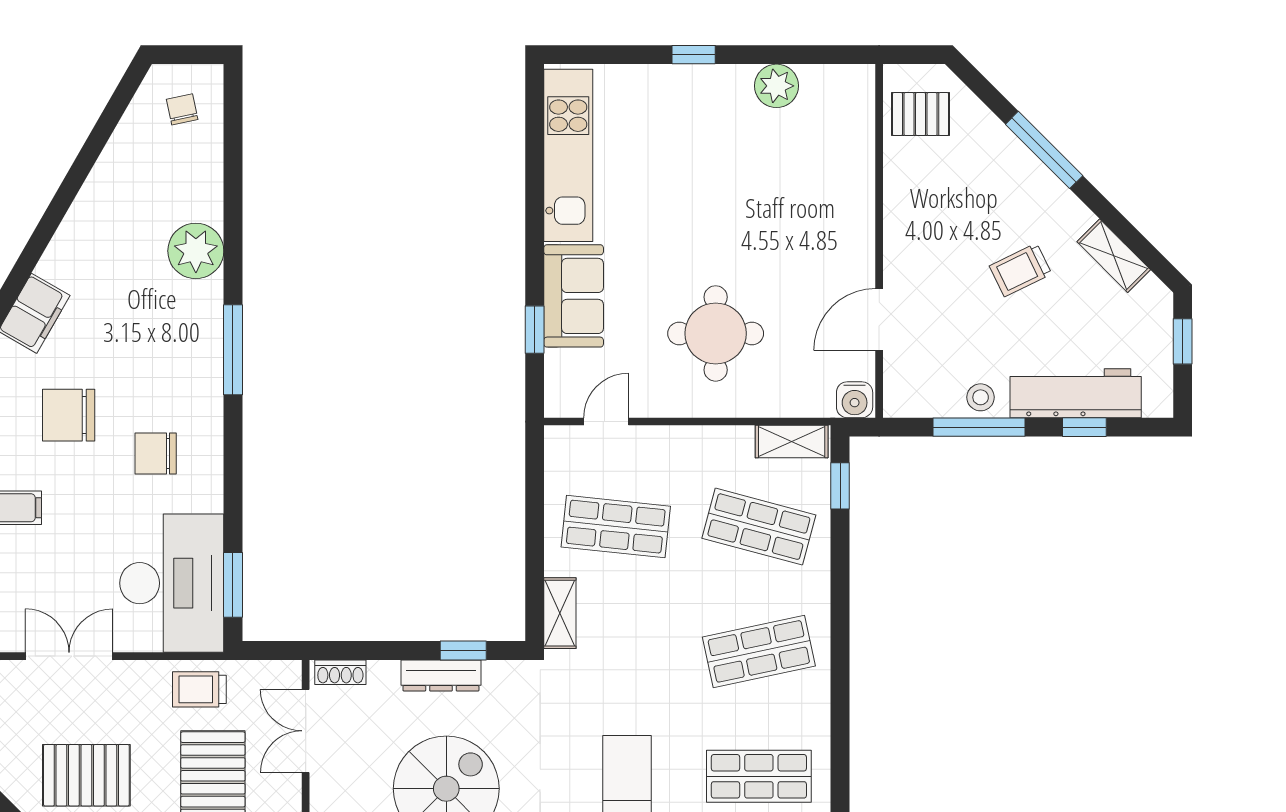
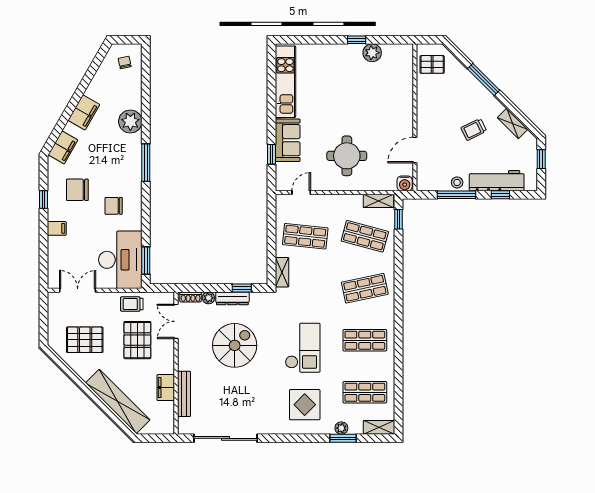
window: (694, 55) -> (357, 40), moved
filing cabinet: (84, 229) -> (84, 112), added
plant: (383, 674) -> (208, 298), added

